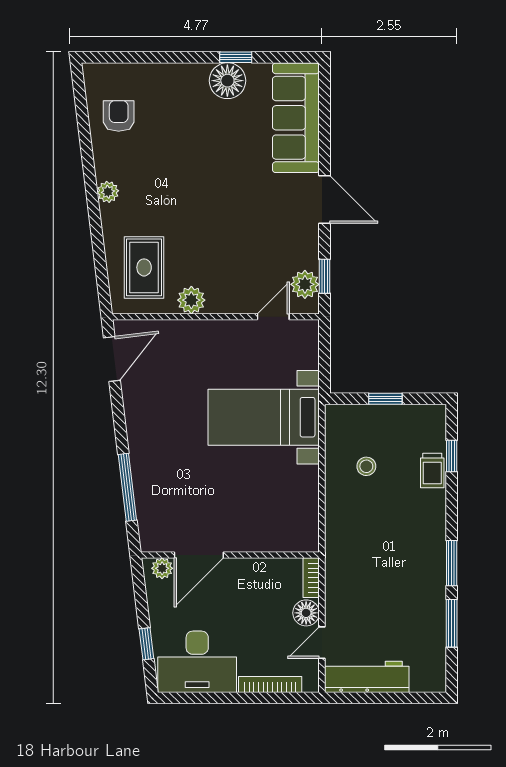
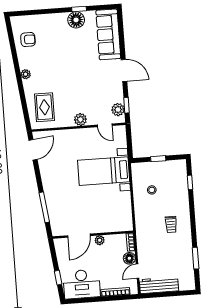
armchair: (119, 116) -> (28, 39), turned 90
plant: (191, 300) -> (80, 120), moved
door: (273, 317) -> (105, 125), swing flipped
trolley: (432, 470) -> (171, 224), moved
window: (452, 563) -> (194, 231), removed
plant: (162, 568) -> (100, 240), moved

